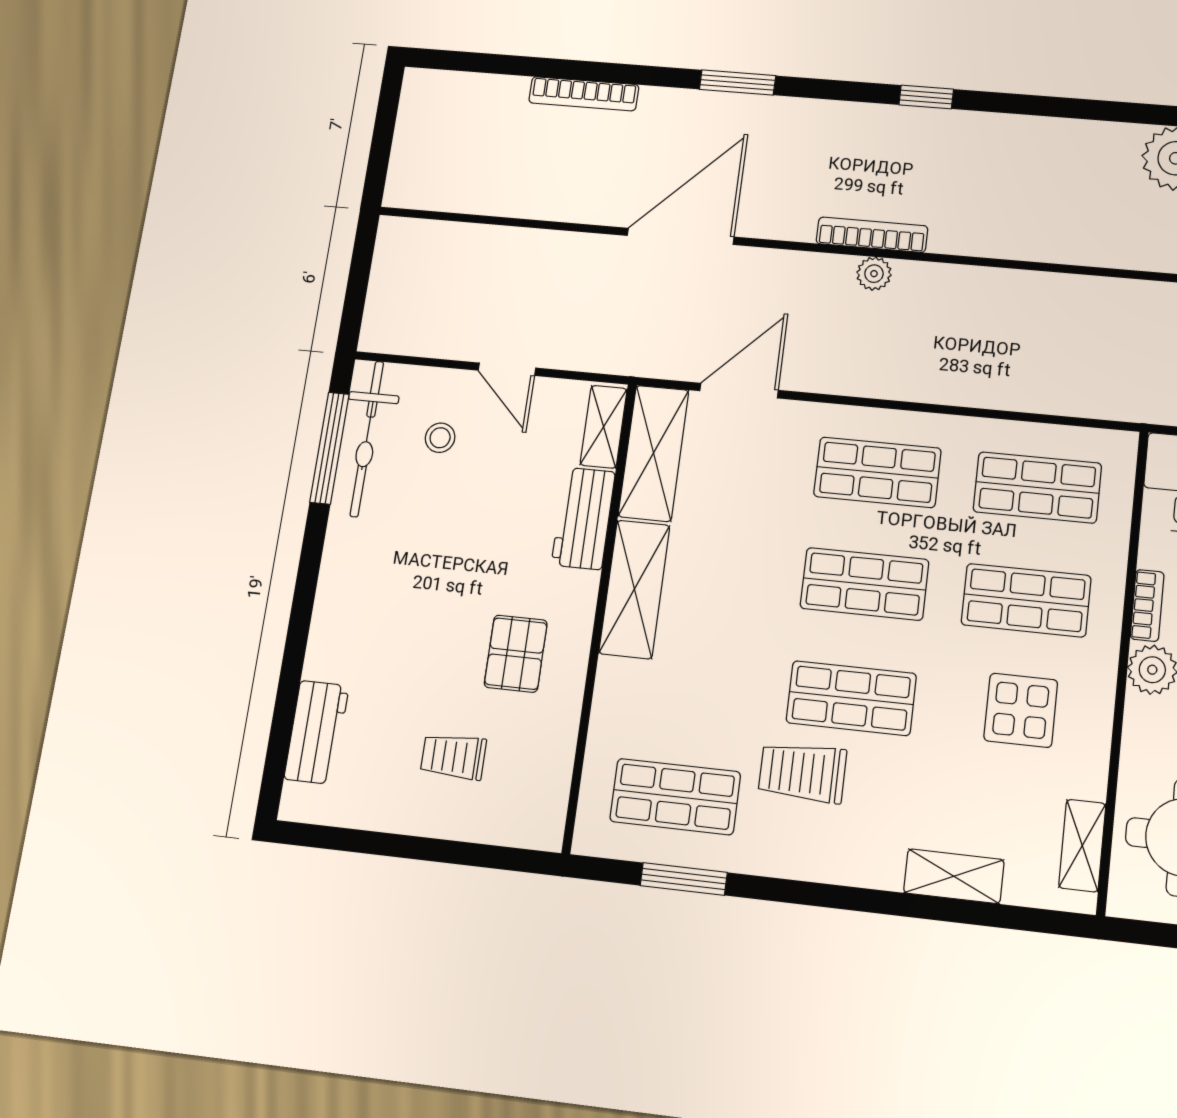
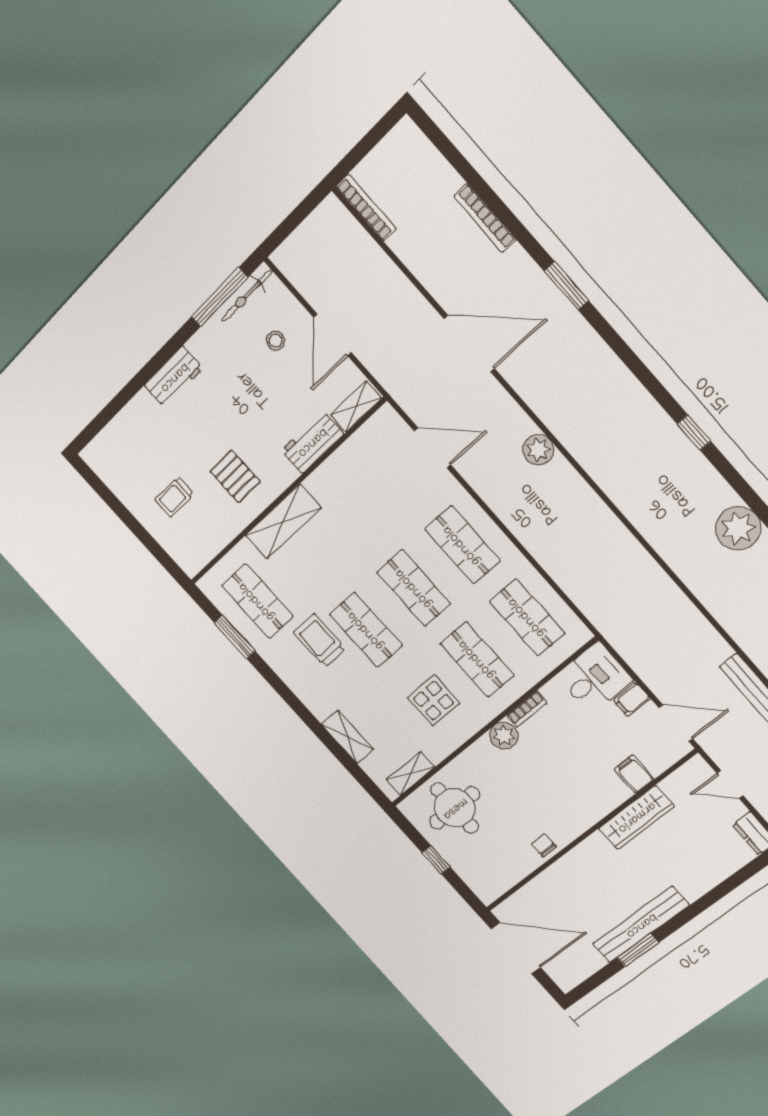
window: (926, 97) -> (694, 432), moved
bookcase: (872, 235) -> (366, 208), moved
plant: (874, 274) -> (538, 450), width x1.38, depth x1.38
door: (507, 369) -> (333, 335), width x1.37
bicycle: (367, 439) -> (247, 296), width x0.73, depth x0.71
shelving: (654, 453) -> (369, 441), removed
shelving: (634, 589) -> (283, 522), moved
pallet: (516, 654) -> (235, 477), turned 90
workbench: (317, 732) -> (174, 377), moved
trolley: (453, 757) -> (174, 497), turned -90

